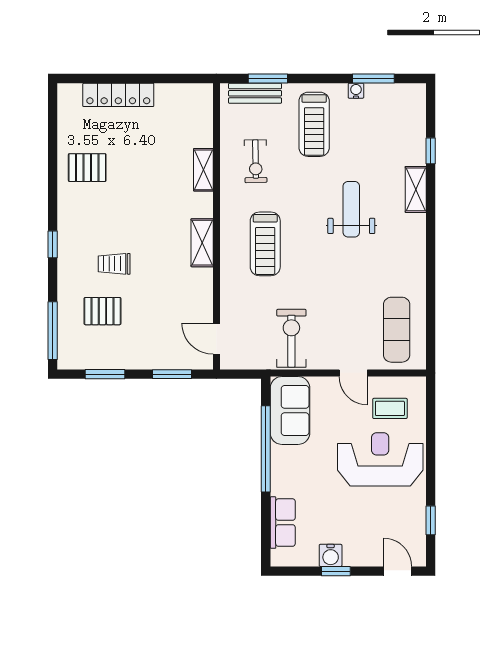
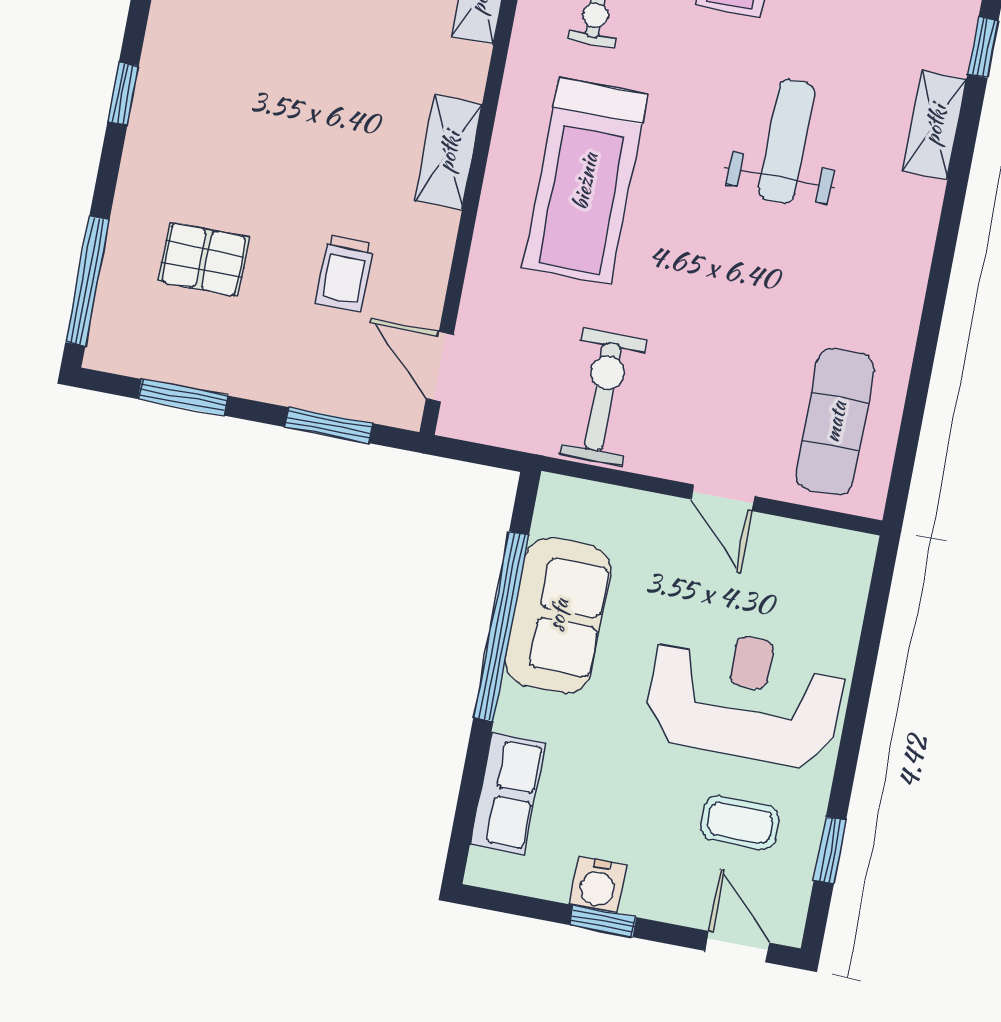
treadmill: (265, 244) -> (585, 181), width x1.37, depth x1.38
trolley: (114, 264) -> (344, 274), moved, turned -90
coffee table: (390, 408) -> (740, 823), moved
sofa: (290, 410) -> (558, 615), moved

